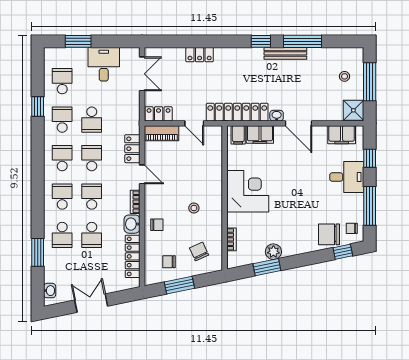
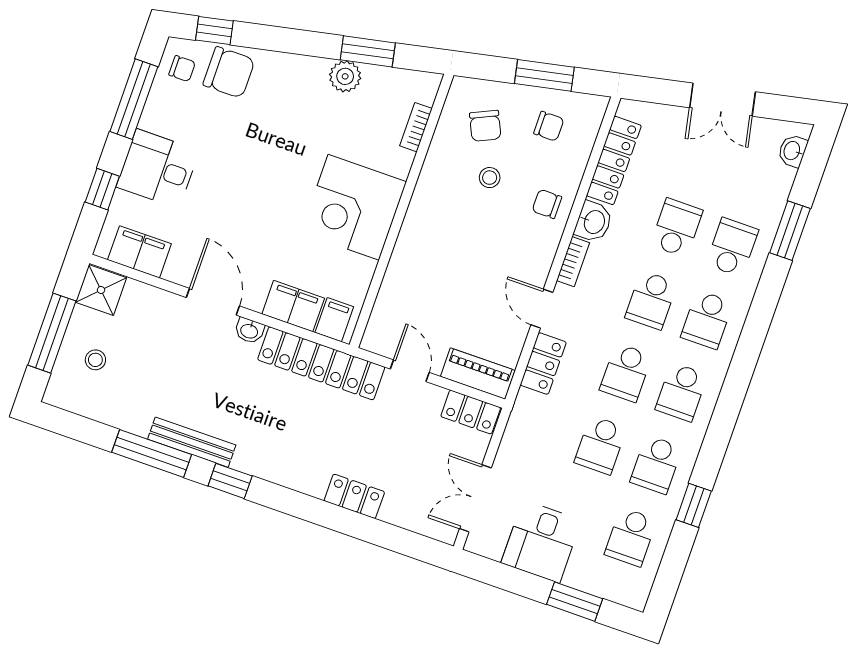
school desk: (92, 120) -> (600, 445), turned 180
stool: (194, 208) -> (490, 178), moved

